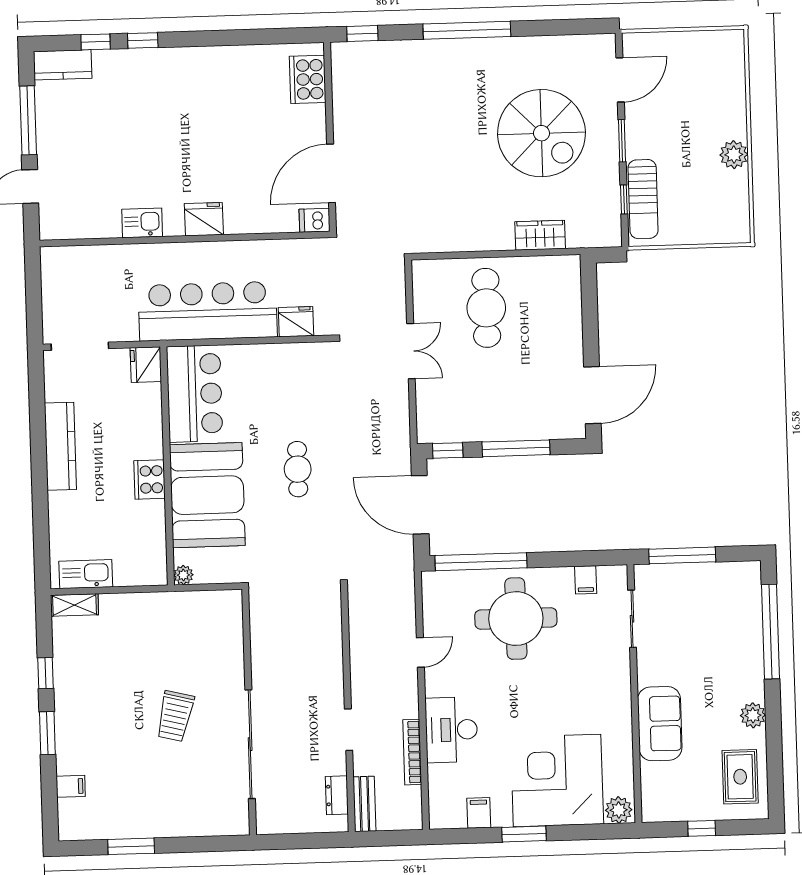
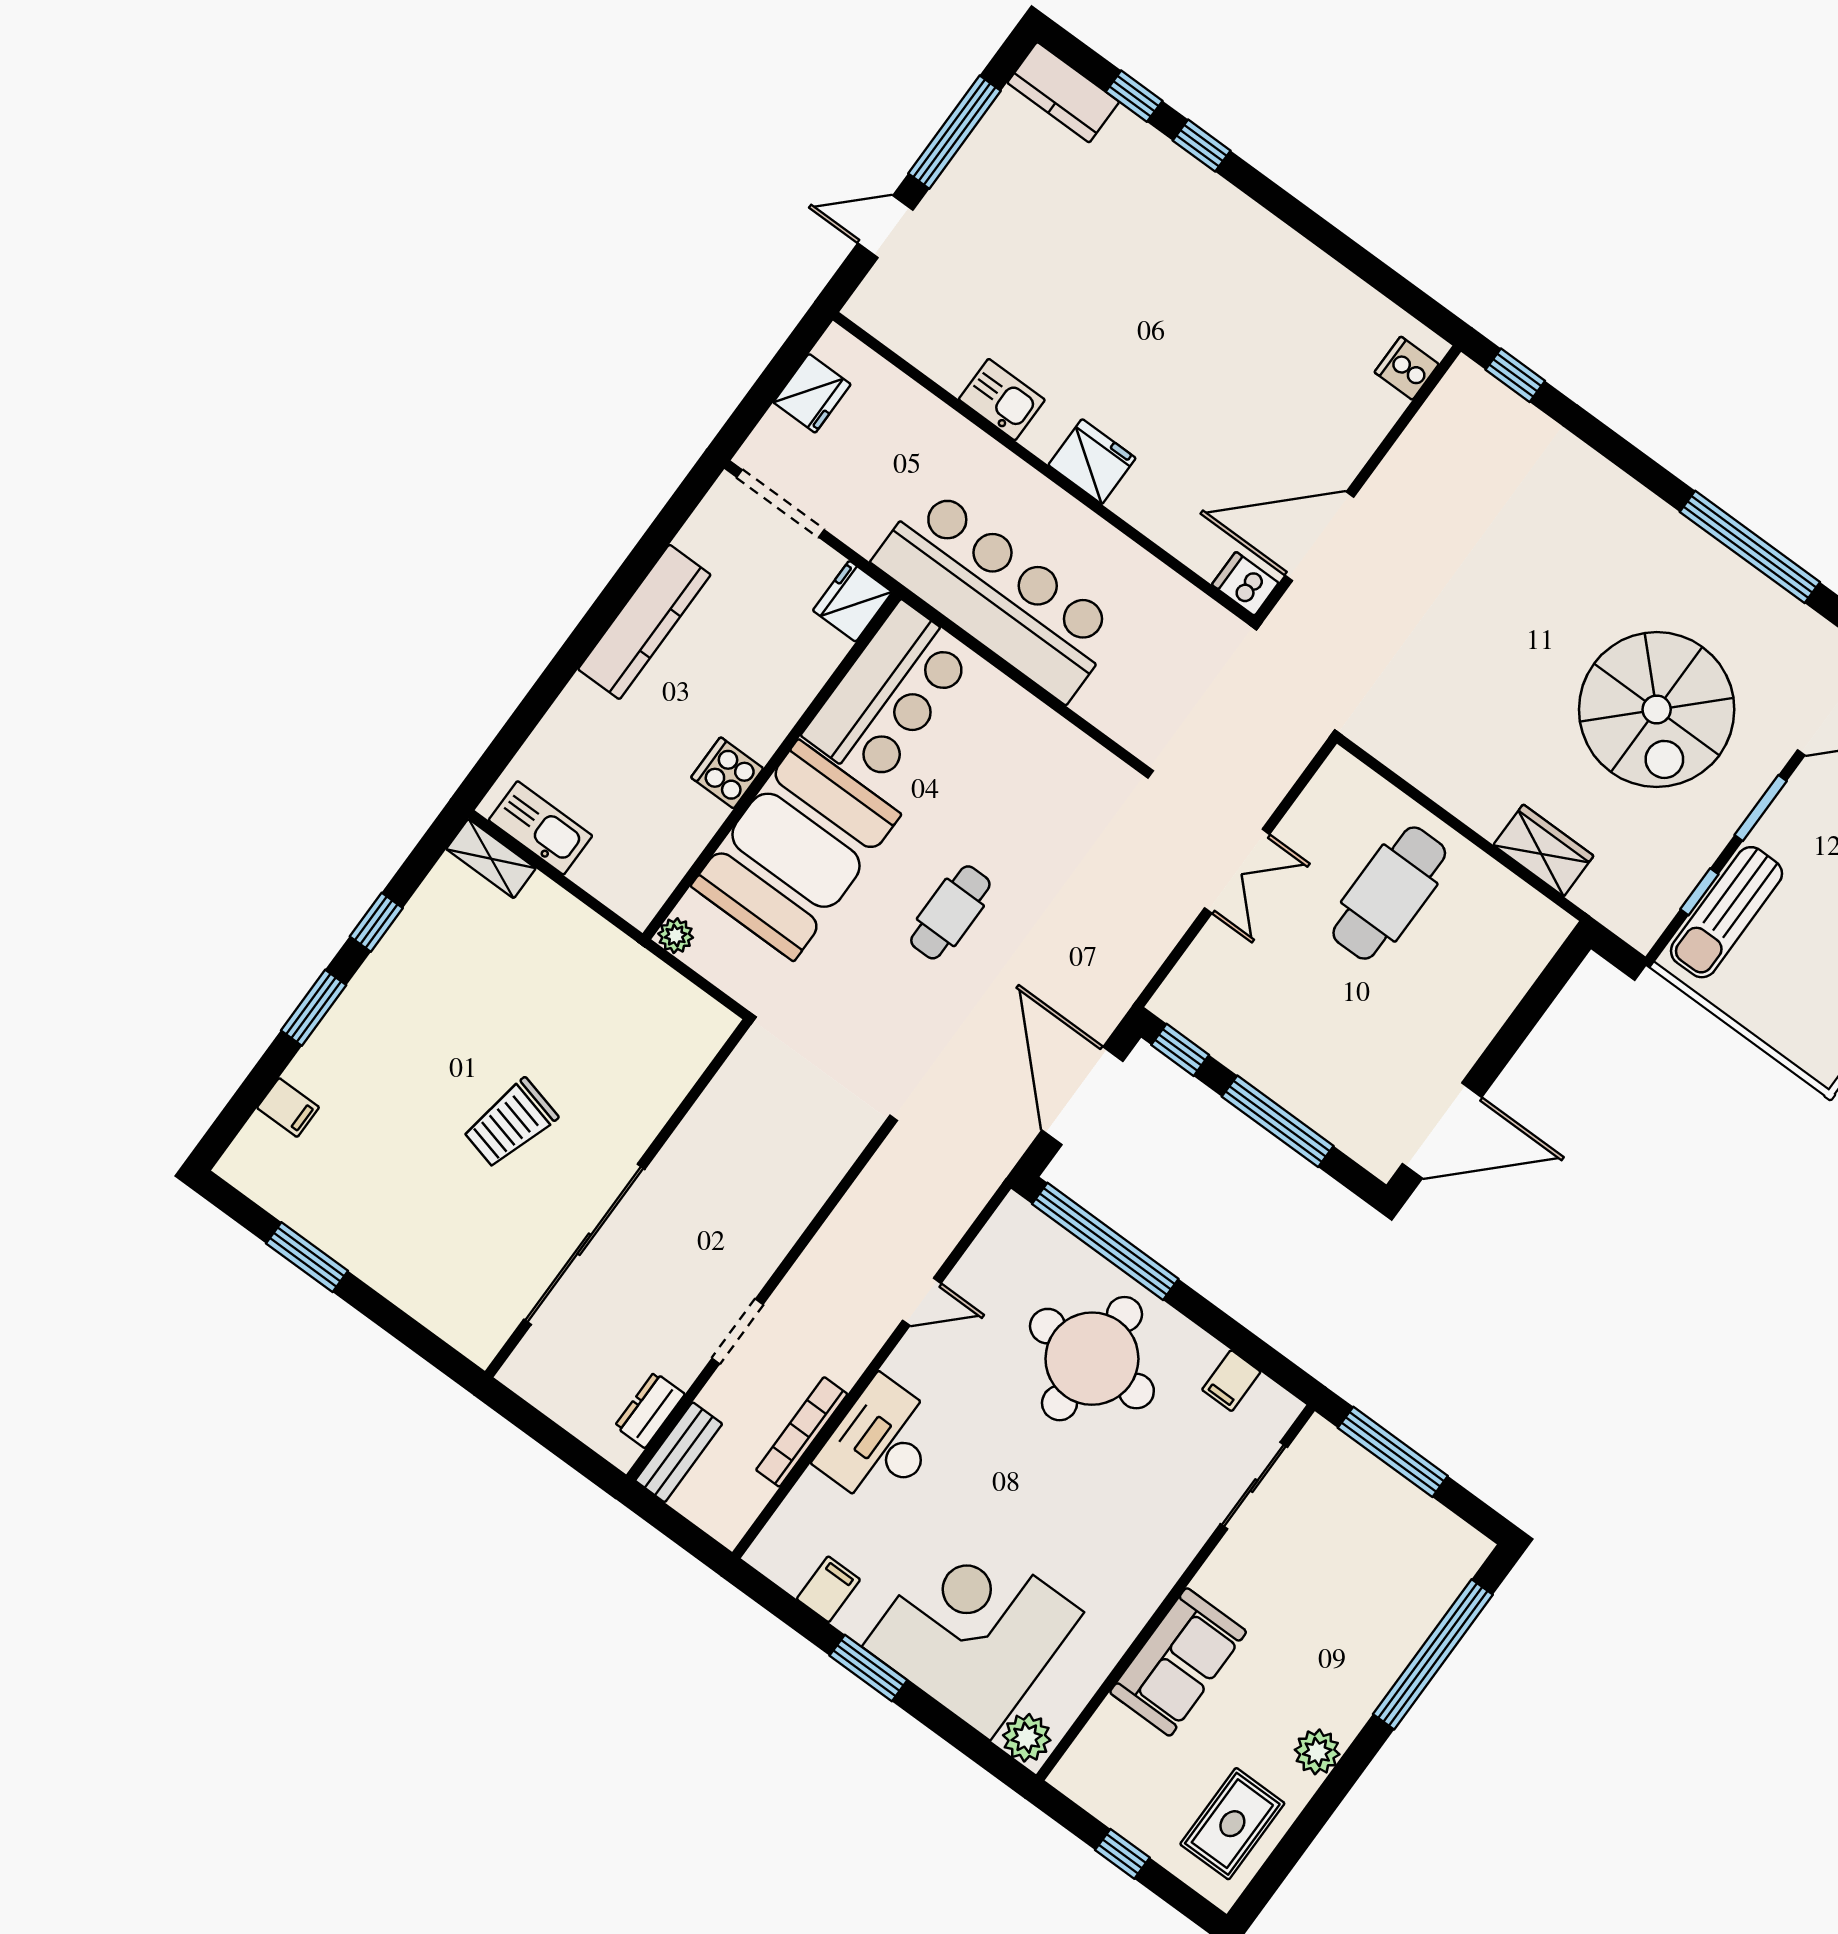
window: (467, 30) -> (1750, 547), moved
cooker: (308, 79) -> (1407, 368), width x0.53, depth x0.76
fridge: (296, 322) -> (812, 393), moved, turned 90
cooker: (150, 479) -> (727, 773), width x0.73

